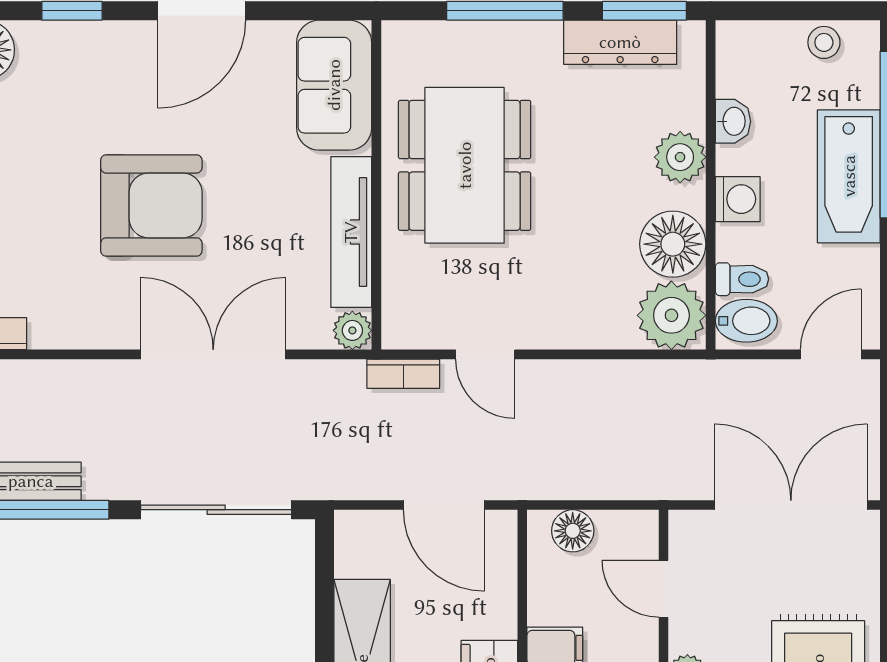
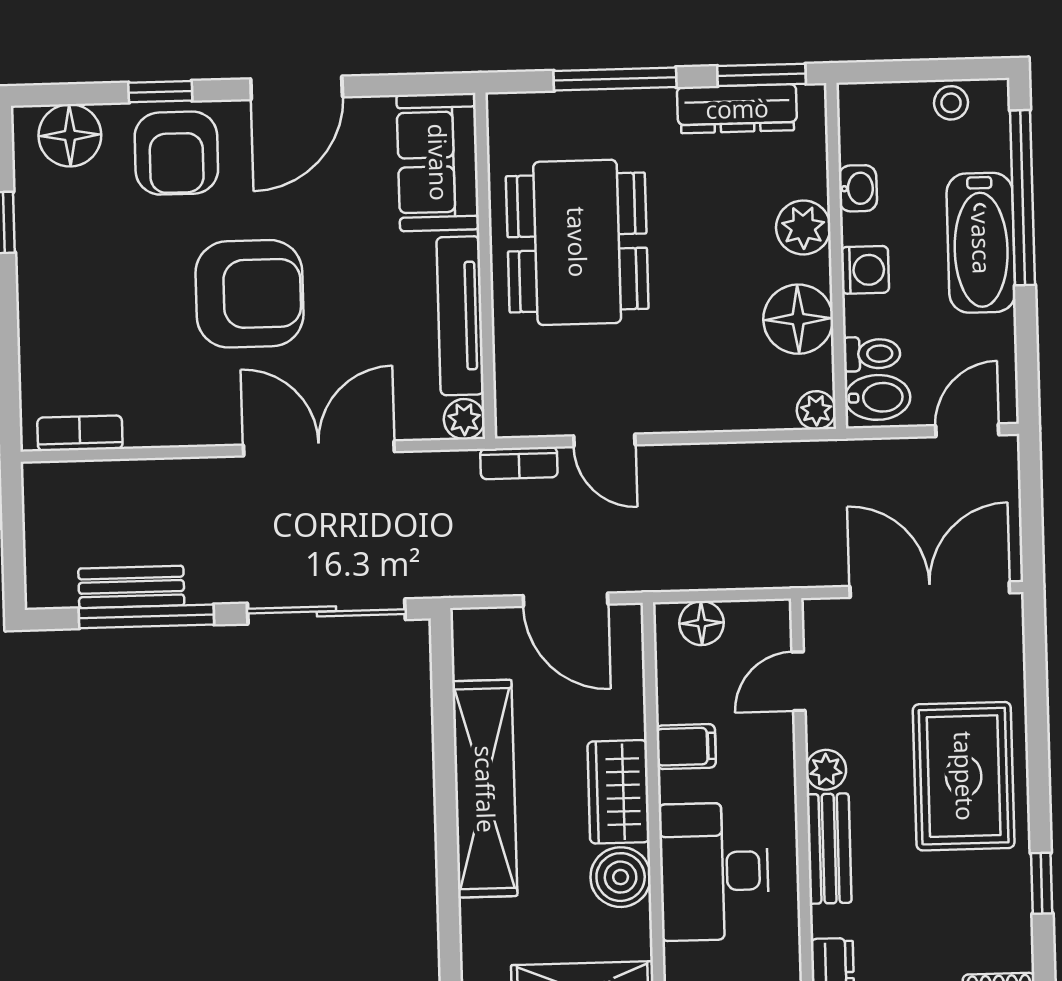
armchair: (86, 70) -> (176, 153), added
plant: (671, 315) -> (816, 410), width x0.53, depth x0.53
door: (663, 589) -> (799, 681), hinge flipped

